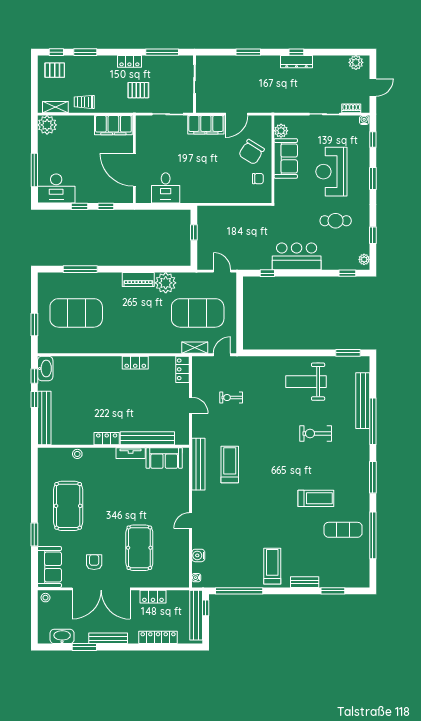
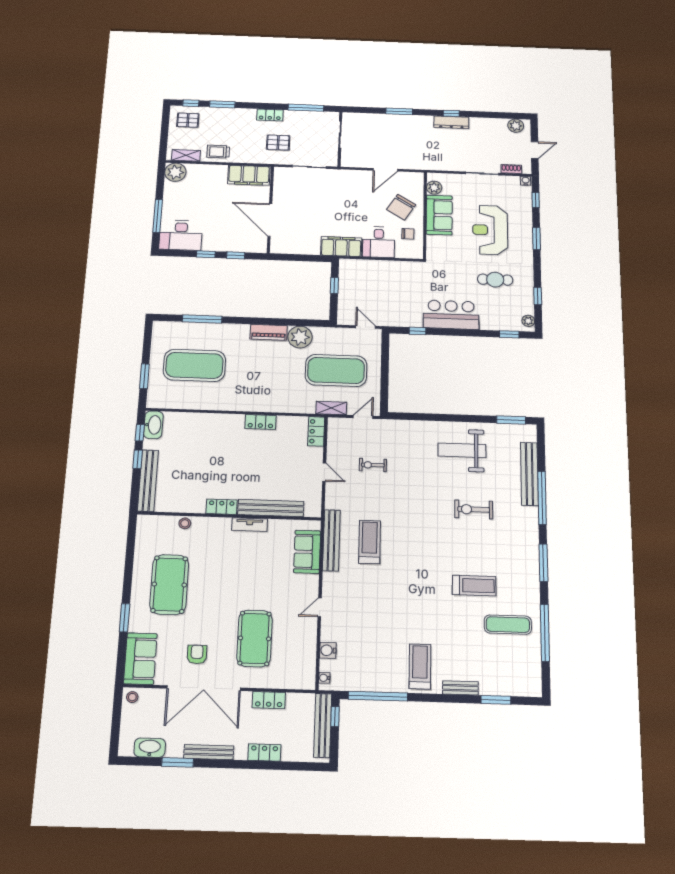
filing cabinet: (206, 125) -> (341, 247), moved, turned 180
desk: (166, 188) -> (379, 242), moved
sofa: (164, 458) -> (307, 552), moved, turned 90
locker: (158, 637) -> (264, 752), width x0.66

